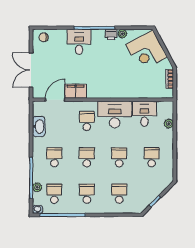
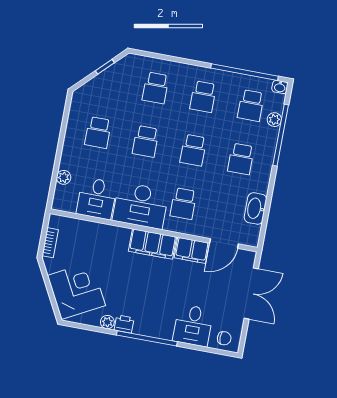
desk: (79, 42) -> (193, 325), moved
filing cabinet: (102, 91) -> (152, 244), added

